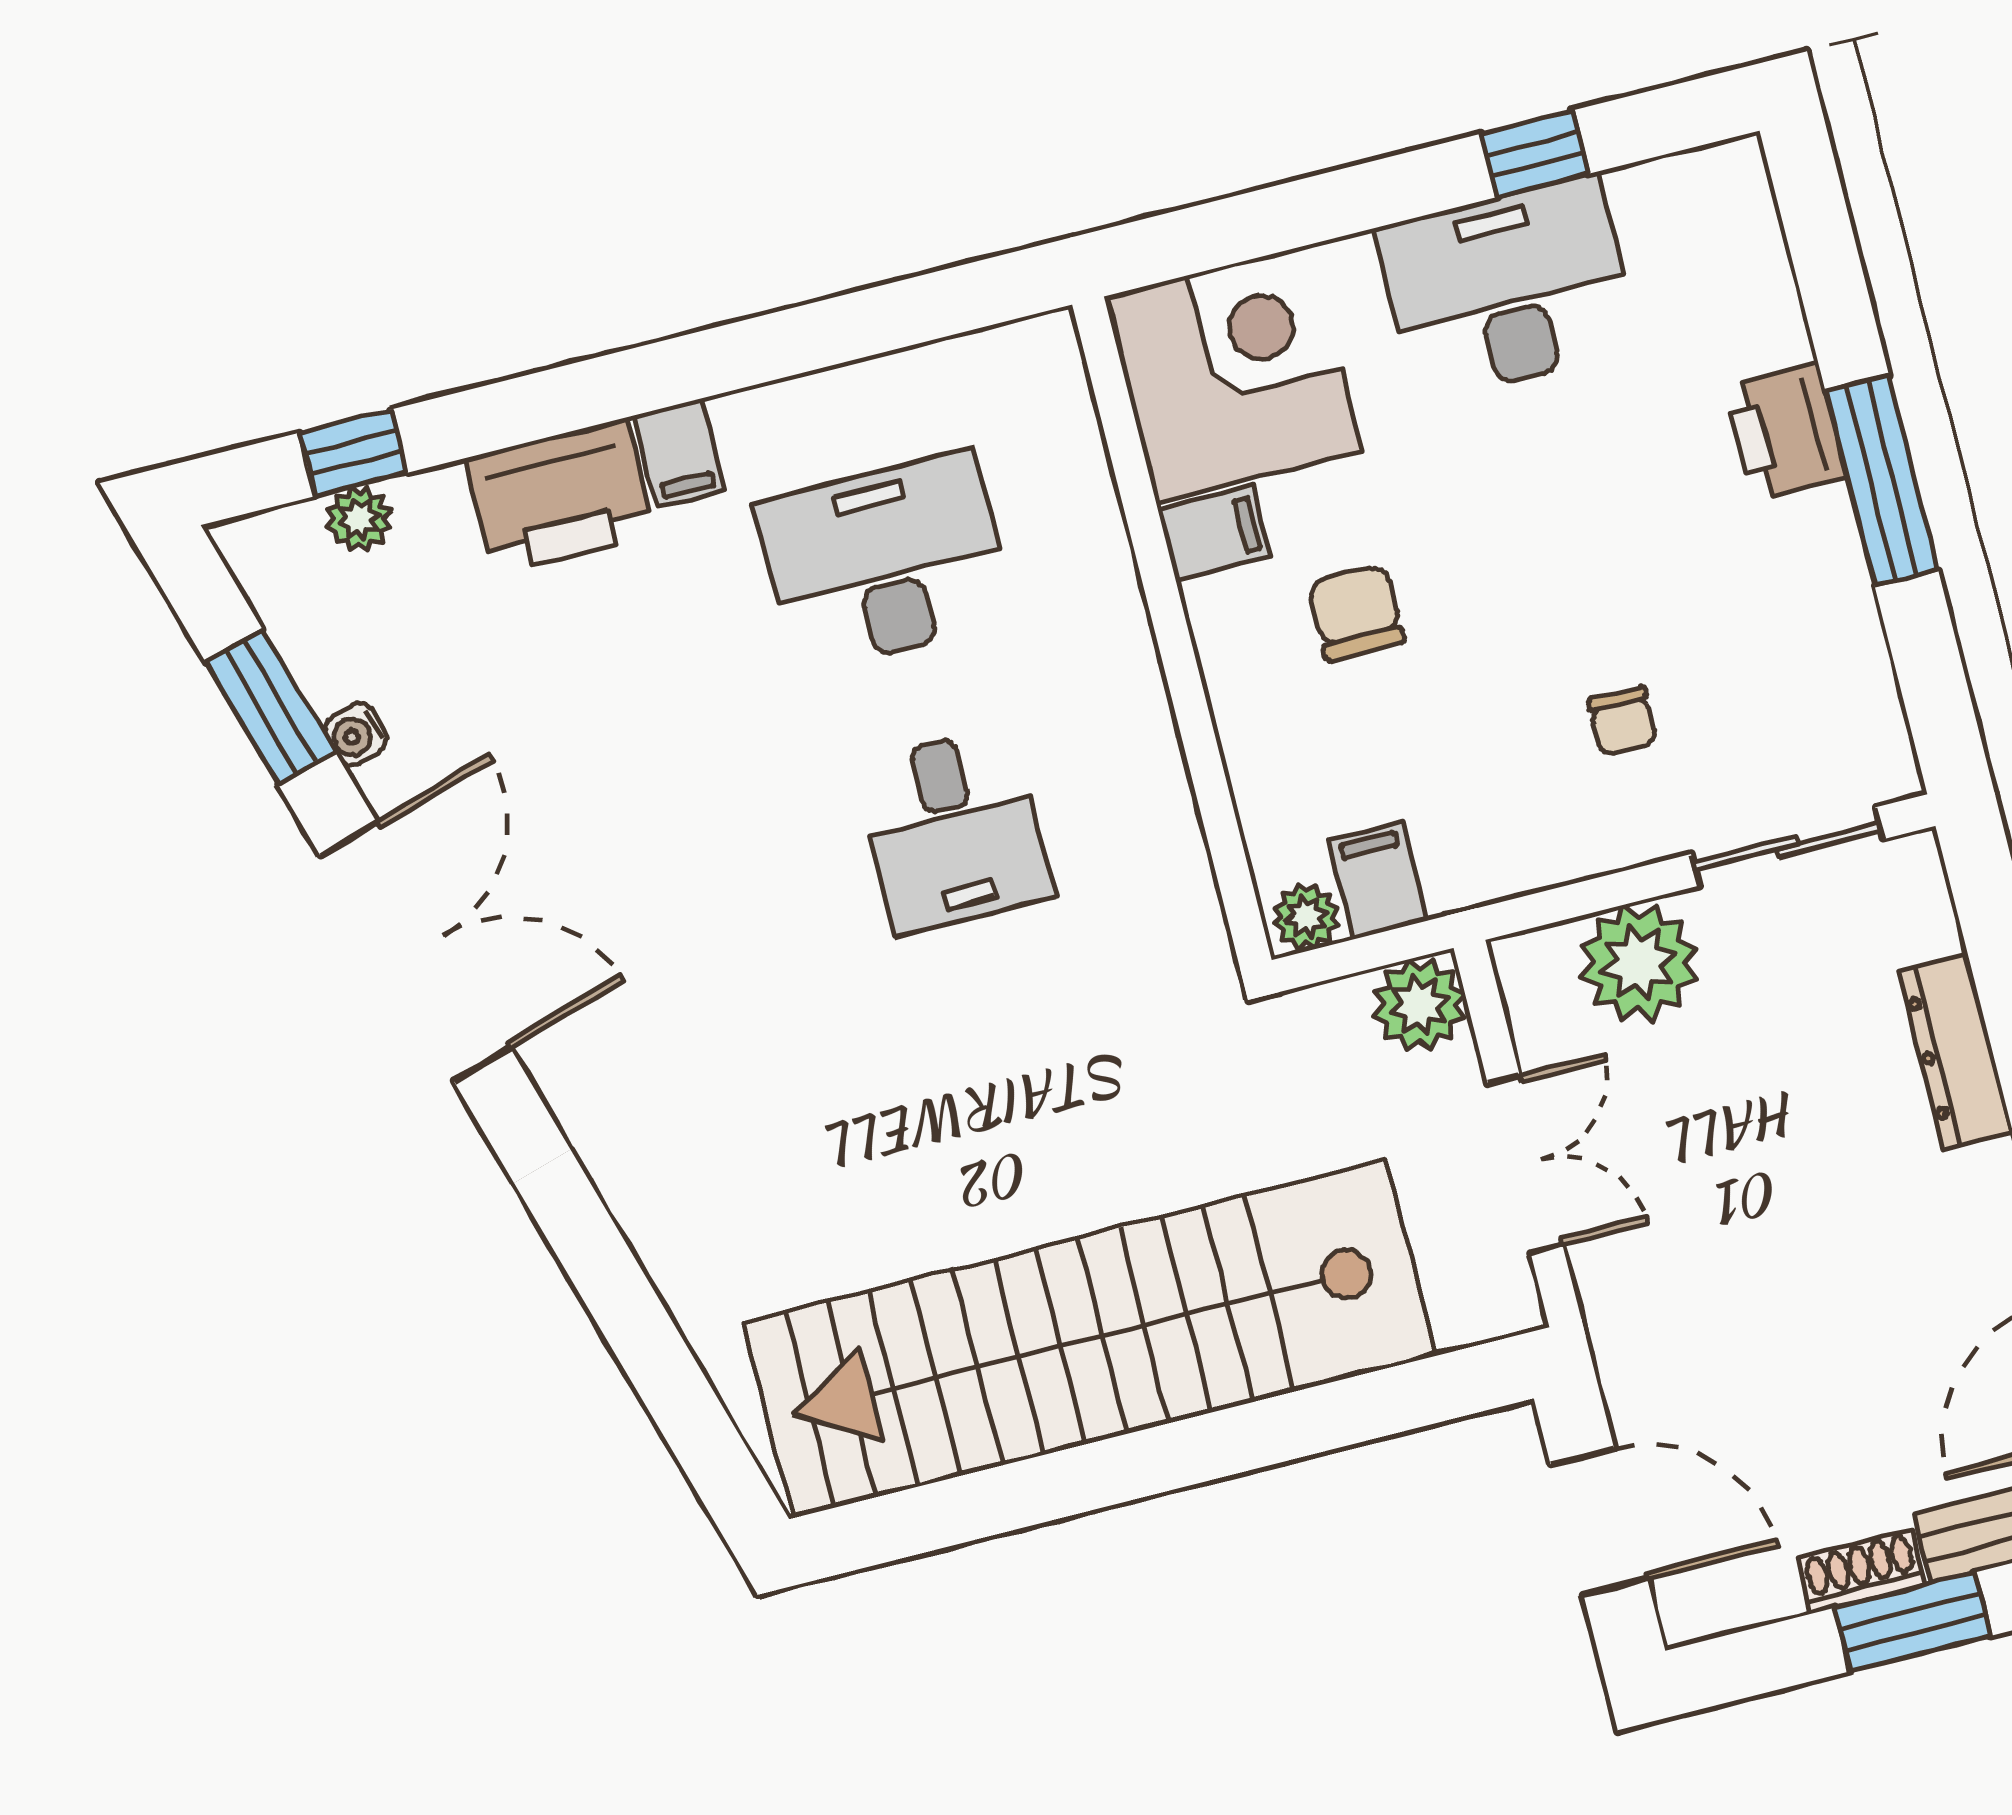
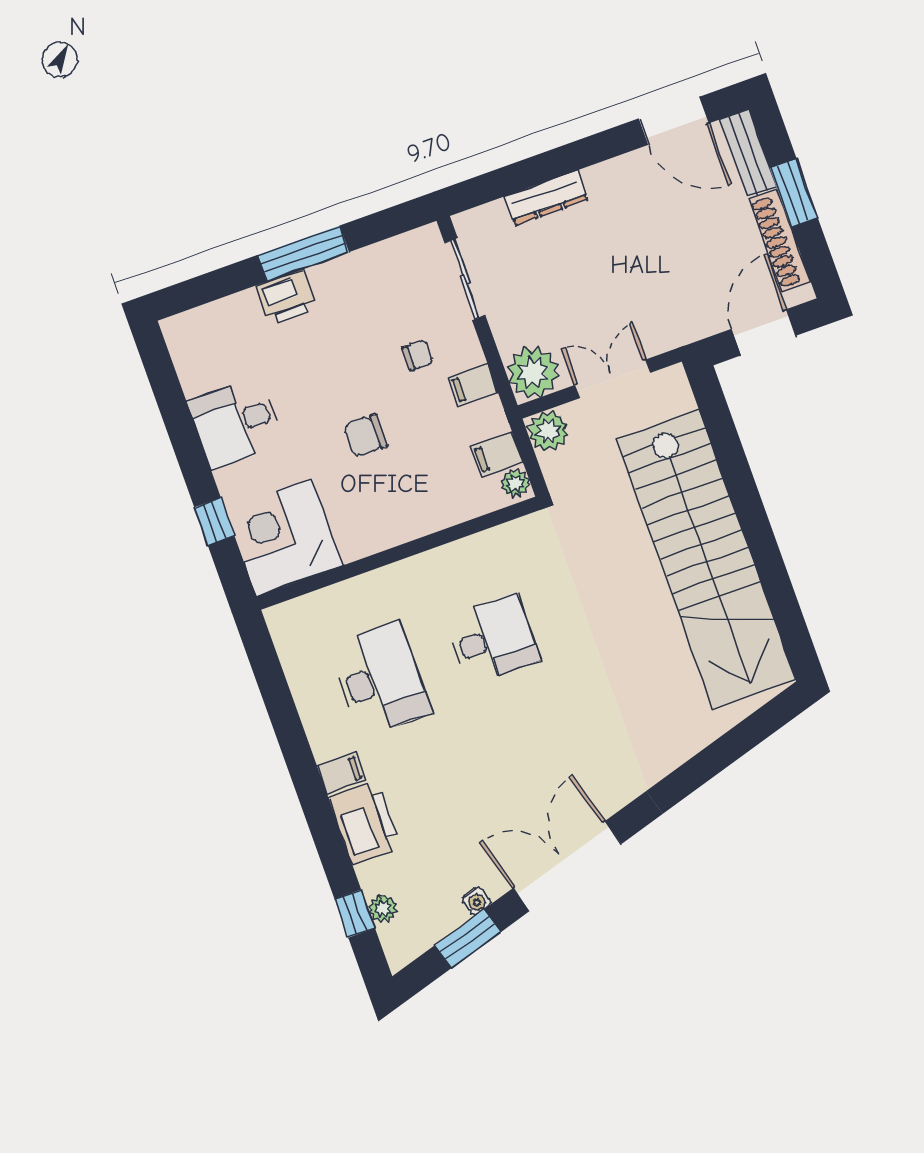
window: (1535, 154) -> (214, 522), moved
desk: (1508, 288) -> (236, 423), width x0.73
filing cabinet: (1214, 533) -> (473, 385), moved, turned -90
desk: (886, 562) -> (380, 680), turned 180
chair: (1356, 612) -> (366, 436), moved
plant: (1639, 963) -> (533, 372), moved
shoe rack: (1861, 1572) -> (780, 241), width x1.94, depth x1.24

